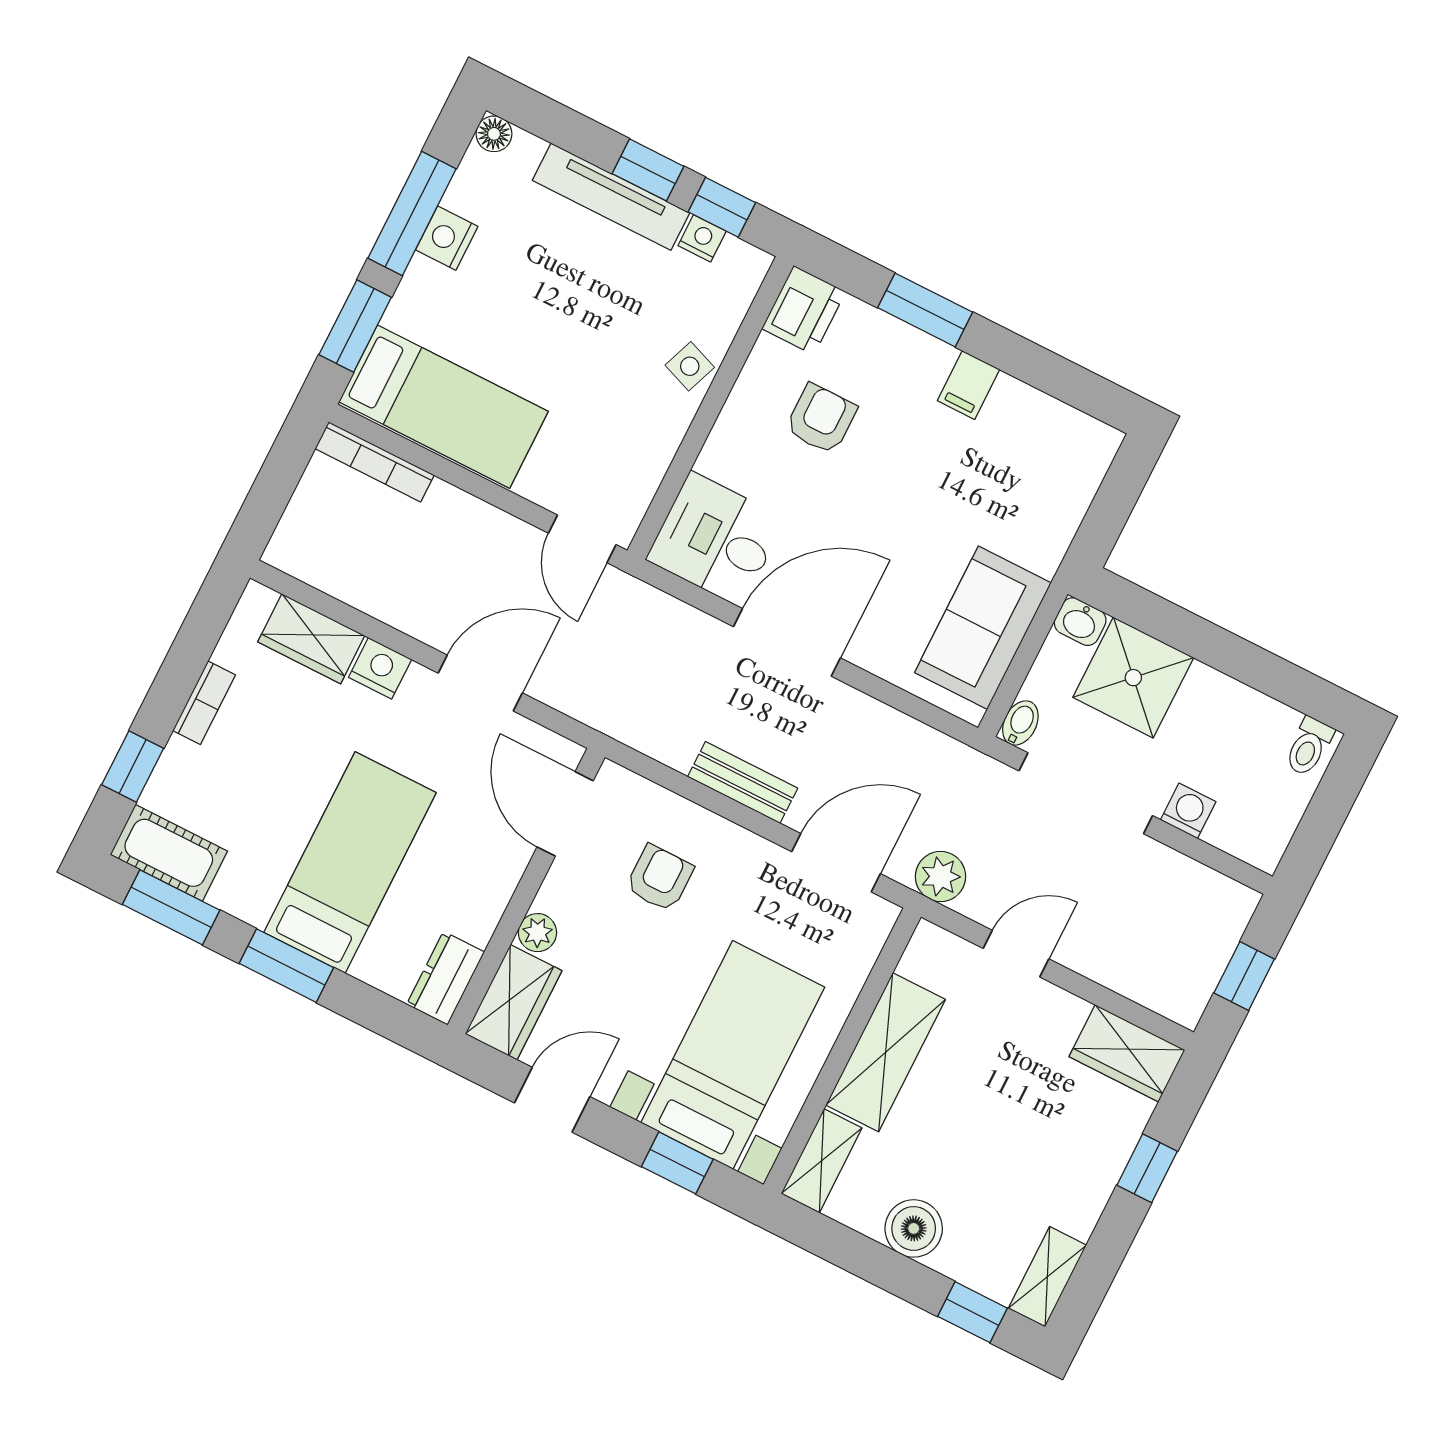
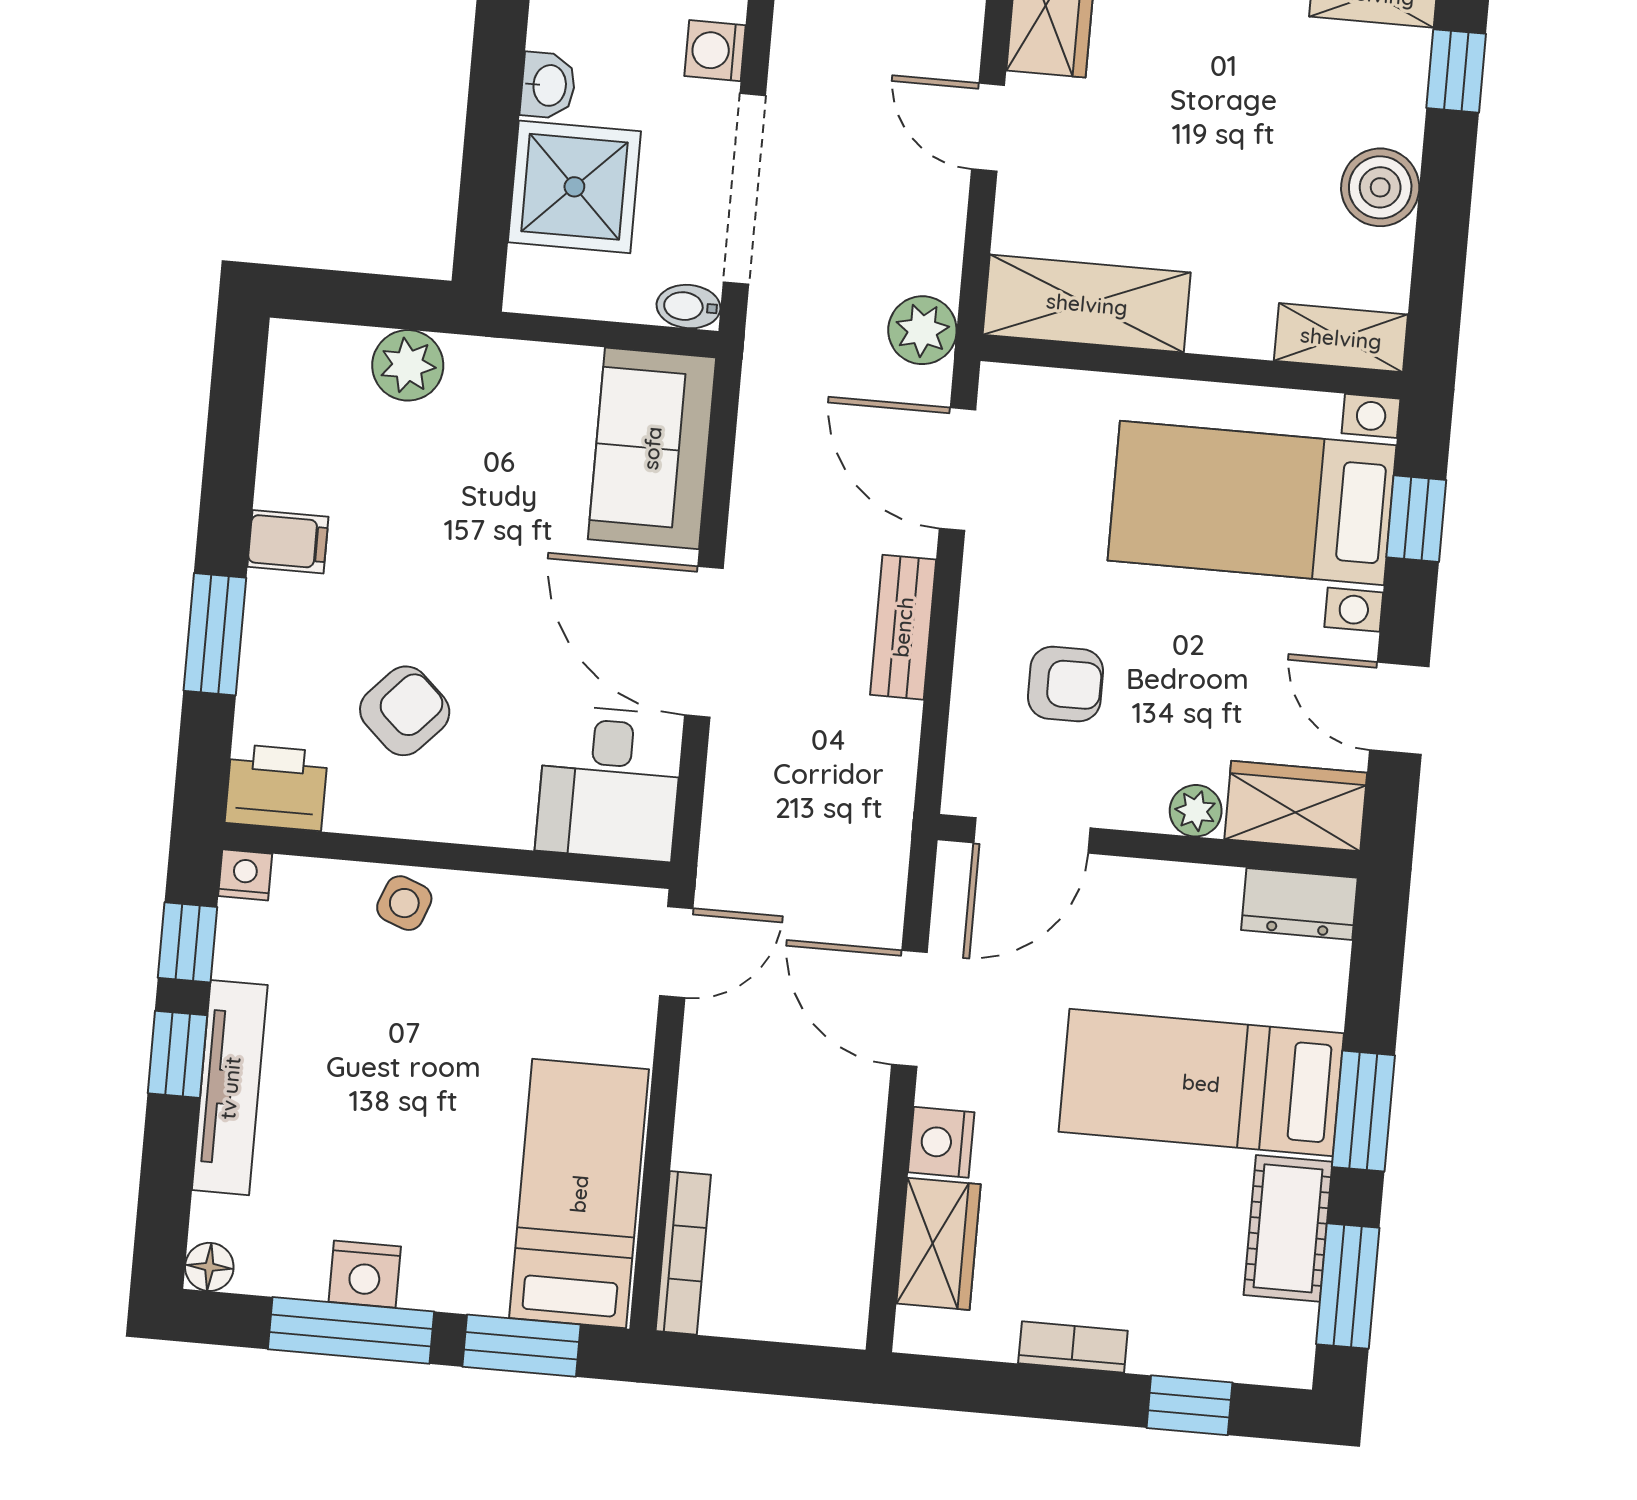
nightstand: (702, 238) -> (245, 875), moved, turned 90
armchair: (821, 419) -> (405, 711), turned 133
plant: (1057, 515) -> (408, 365), added
washbasin: (1080, 622) -> (548, 85), moved
sofa: (983, 628) -> (652, 448), moved, turned 90
cot: (169, 853) -> (1288, 1228), moved
armchair: (660, 878) -> (1066, 684), turned 180
door: (1016, 954) -> (988, 127), moved
shelving: (886, 1052) -> (1087, 304), moved

